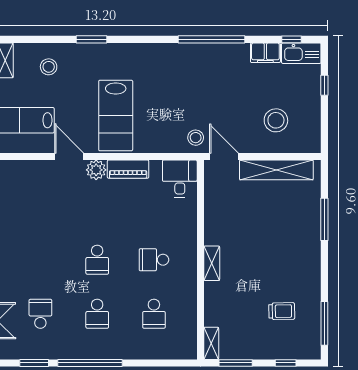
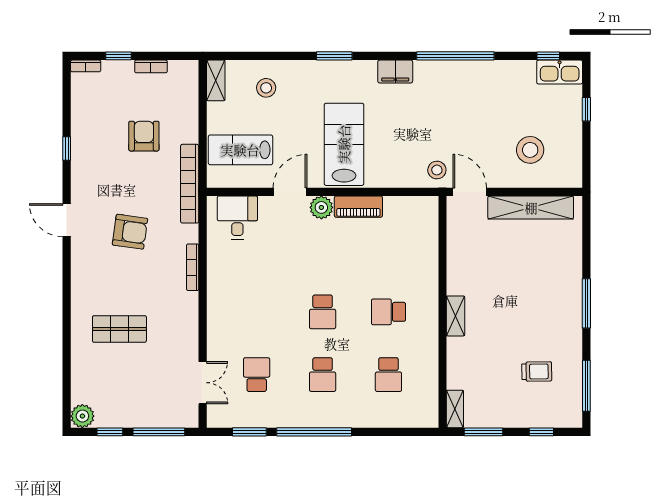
window: (91, 39) -> (334, 56), moved
filing cabinet: (265, 53) -> (395, 71), moved
lab bench: (116, 115) -> (344, 144), turned 180
door: (69, 156) -> (290, 192), hinge flipped
desk: (180, 178) -> (237, 217), moved
window: (324, 219) -> (586, 303), moved

